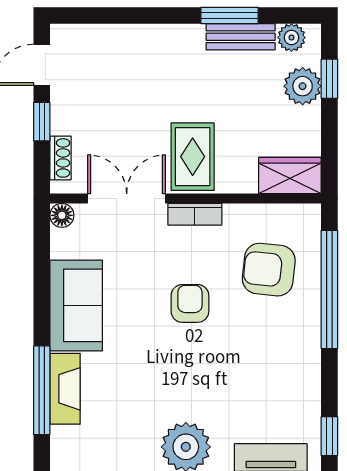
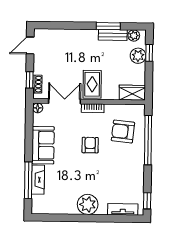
window: (42, 122) -> (30, 80), moved

